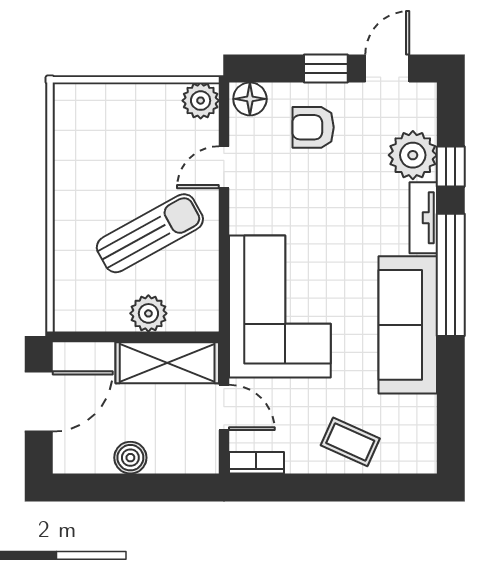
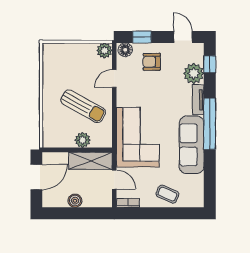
window: (326, 68) -> (142, 37), moved
door: (387, 68) -> (183, 37), hinge flipped
window: (451, 166) -> (210, 64), moved
sun lounger: (150, 233) -> (83, 106), turned 58

